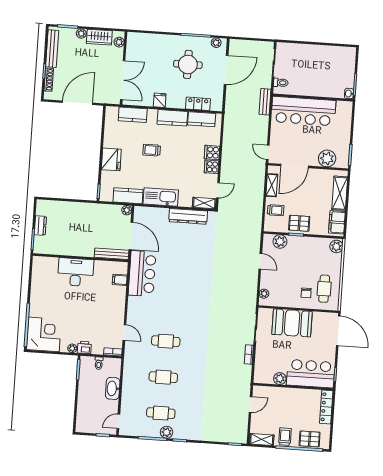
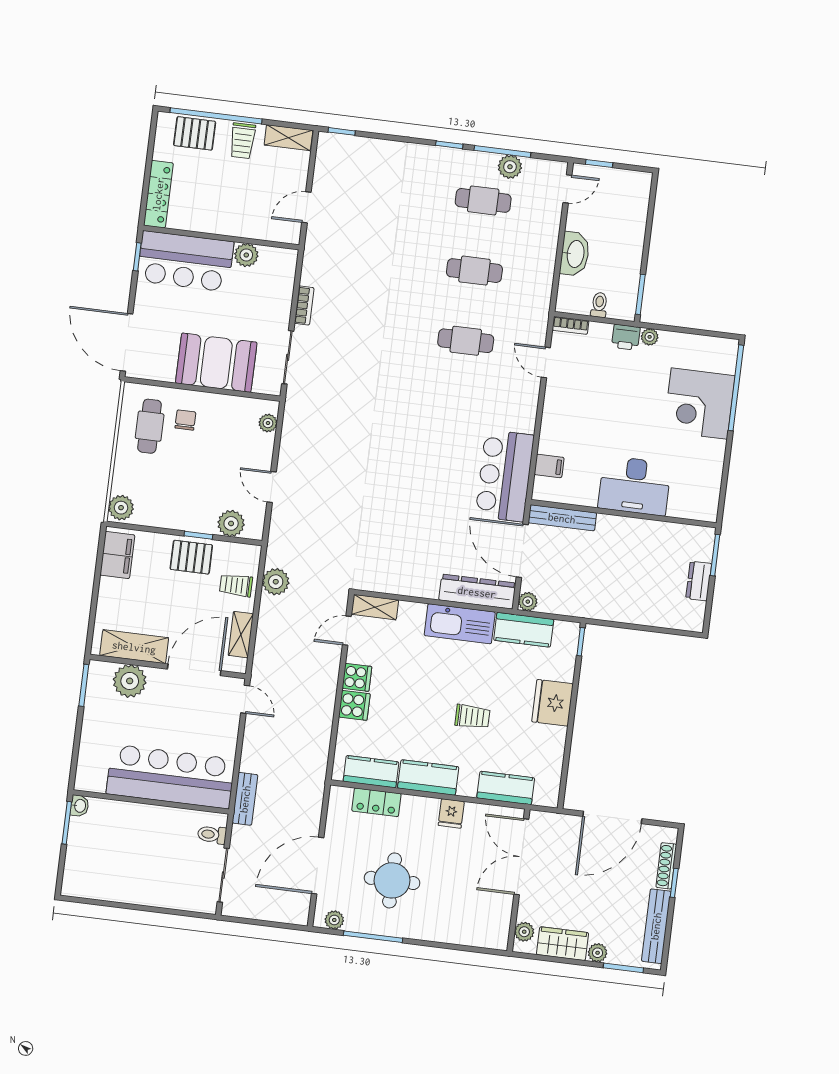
shelving: (340, 193) -> (134, 647), moved, turned 90
plant: (256, 213) -> (276, 582), added
dresser: (188, 216) -> (477, 592), moved
corner desk: (44, 334) -> (699, 404), moved
plant: (167, 432) -> (510, 167), moved

